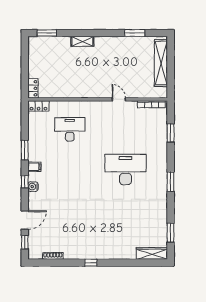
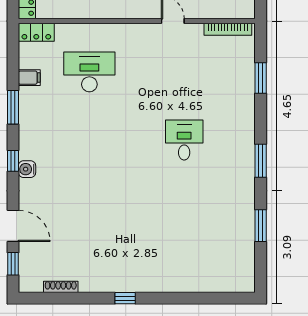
filing cabinet: (34, 167) -> (29, 78), moved
desk: (126, 169) -> (184, 140), width x0.53, depth x0.77
door: (25, 220) -> (13, 226), hinge flipped
window: (171, 233) -> (261, 226), moved
wardrobe: (152, 253) -> (229, 283), removed

